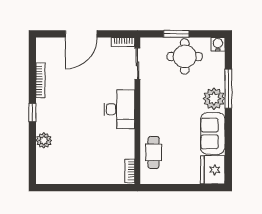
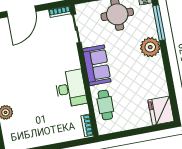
window: (228, 89) -> (159, 23), moved
desk: (119, 109) -> (71, 88), moved
sofa: (213, 133) -> (97, 65), moved, turned 180

